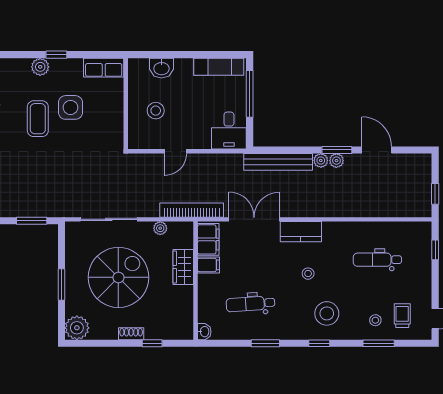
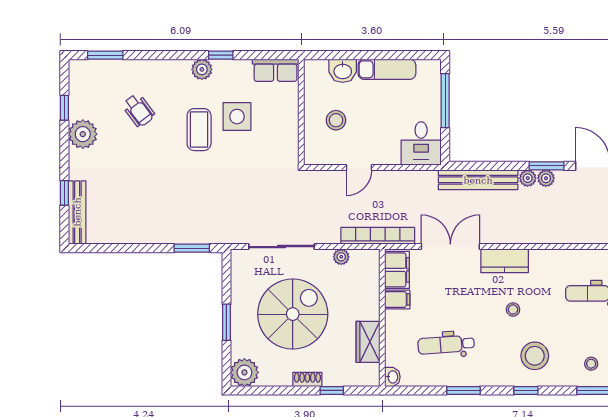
exam couch: (219, 67) -> (387, 69), moved
wardrobe: (183, 267) -> (368, 342), moved

